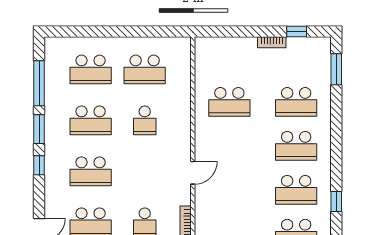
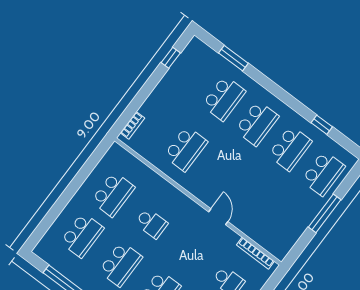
bookcase: (272, 42) -> (133, 125), moved
window: (336, 69) -> (233, 58), moved

